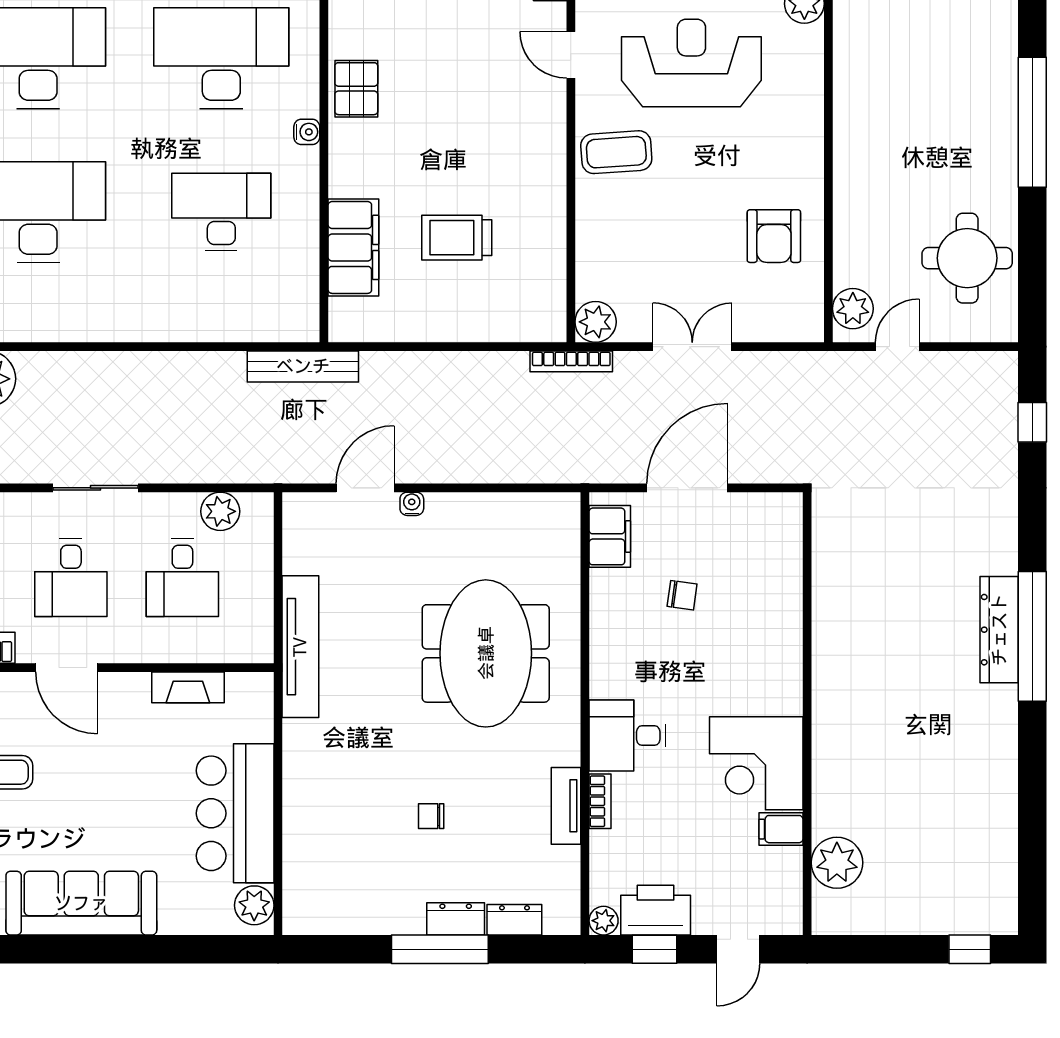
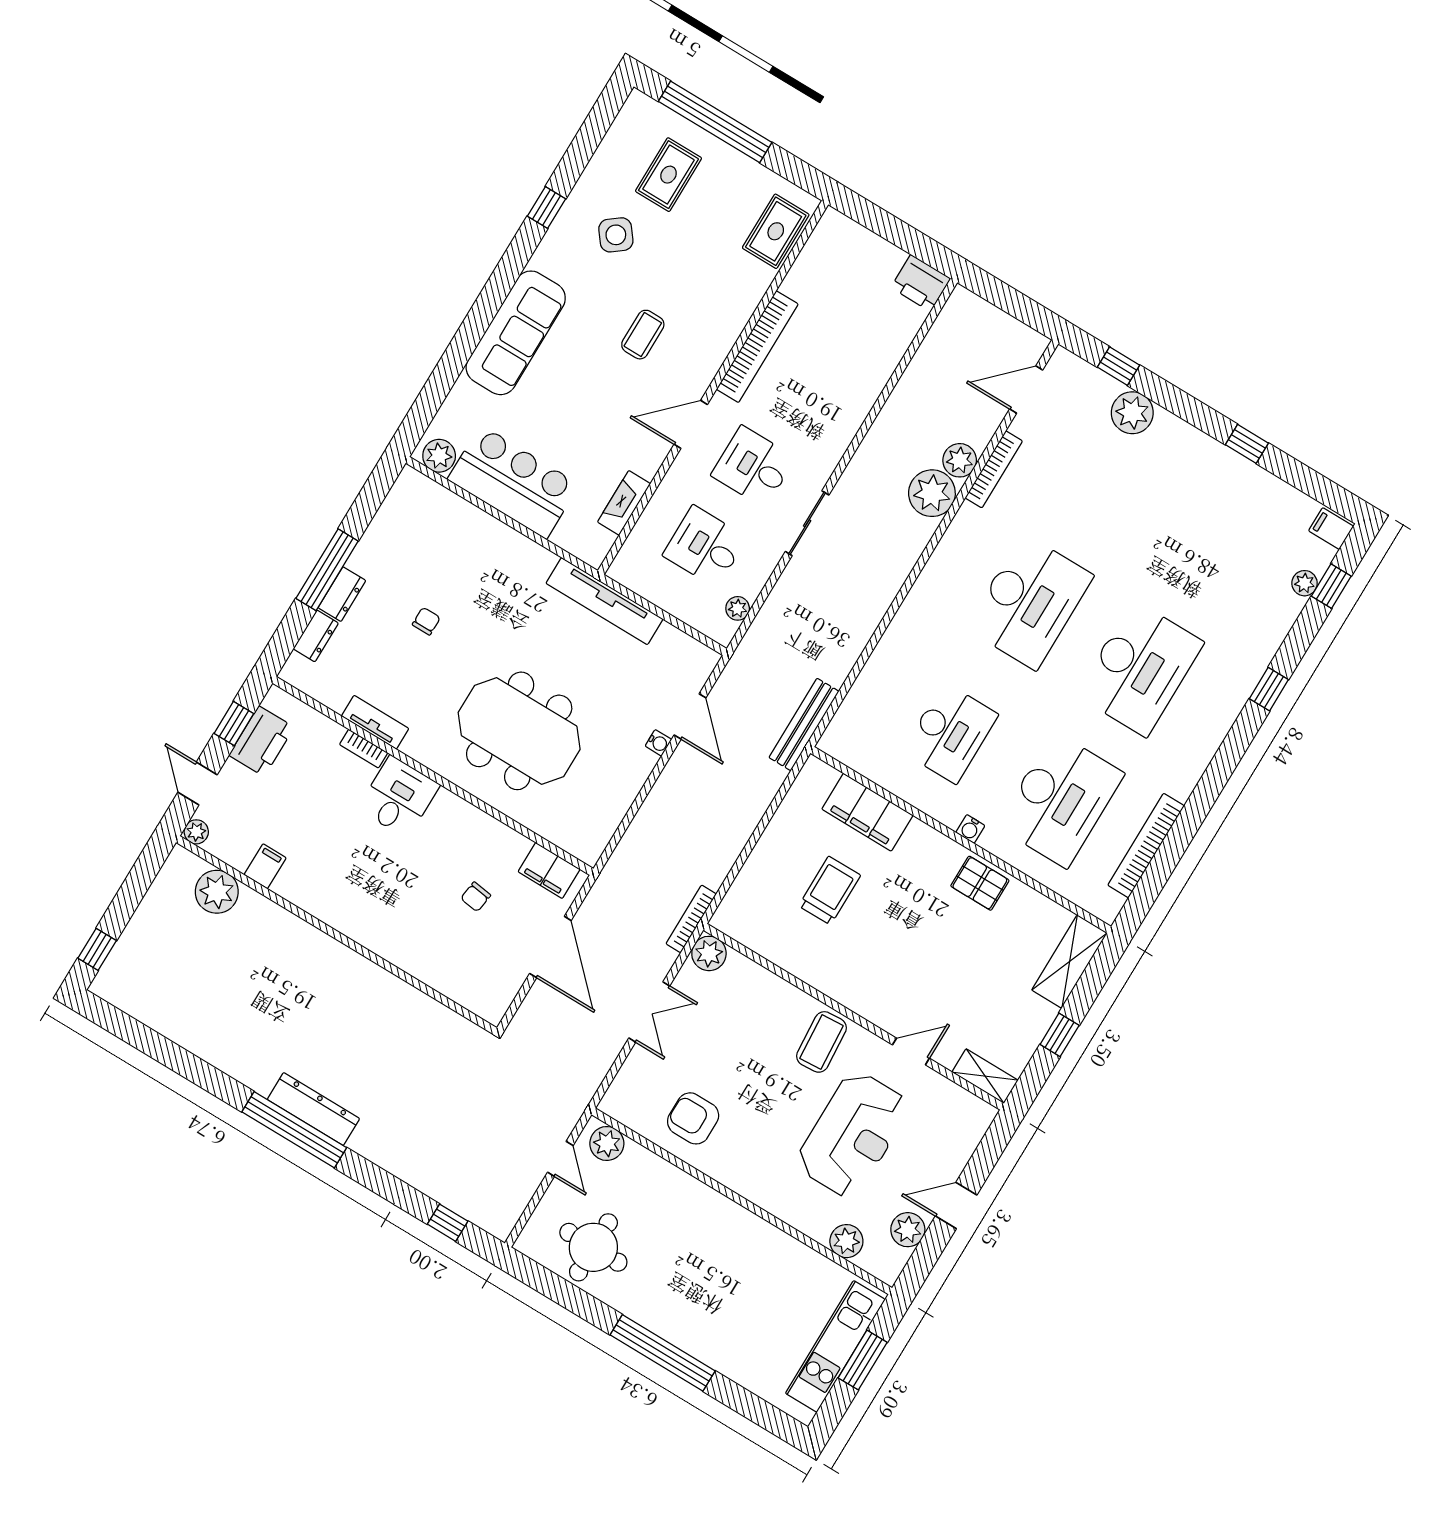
plant: (220, 511) -> (738, 608), width x0.73, depth x0.73
corner desk: (756, 763) -> (323, 877), removed
plant: (604, 921) -> (196, 832), moved

